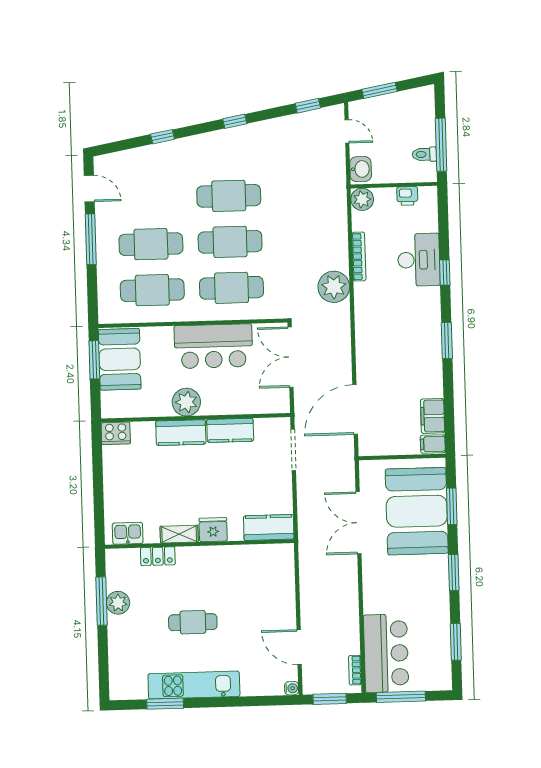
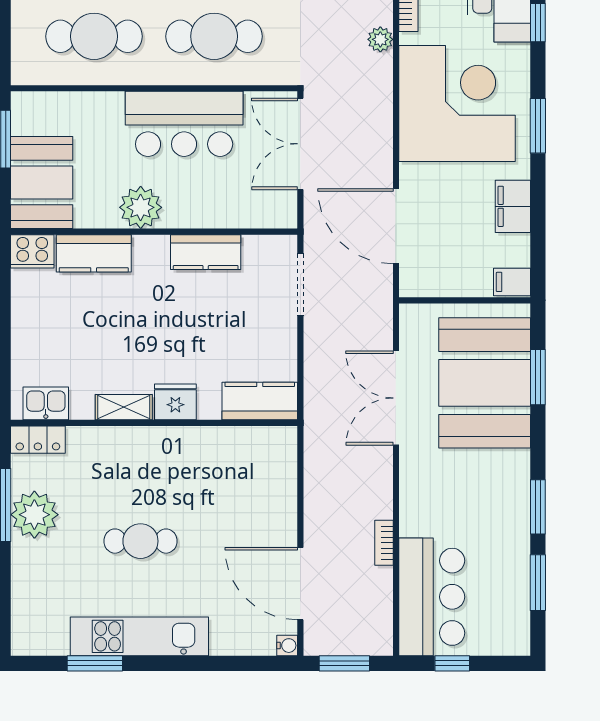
plant: (334, 287) -> (380, 39), width x0.53, depth x0.53
corner desk: (393, 327) -> (457, 104), added
booth: (120, 359) -> (42, 183), moved
door: (355, 410) -> (396, 226), hinge flipped
filing cabinet: (433, 416) -> (513, 206), moved
kitchen counter: (181, 433) -> (94, 253), moved
locker: (158, 556) -> (38, 440), moved
window: (454, 573) -> (538, 507), moved
plant: (118, 603) -> (34, 515), width x1.36, depth x1.36
door: (299, 647) -> (300, 584), width x1.36
bookcase: (355, 670) -> (384, 543), moved
window: (401, 697) -> (452, 663), width x0.46

